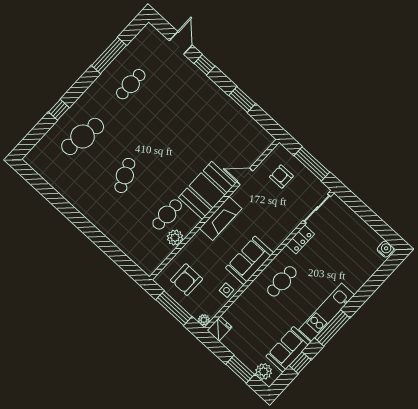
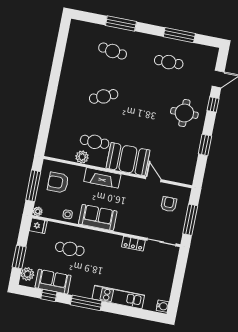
round table: (195, 101) -> (184, 113), added
window: (59, 110) -> (121, 23), width x2.17
cafe table: (83, 136) -> (113, 51), width x0.73, depth x0.74
fireplace: (221, 219) -> (102, 178), moved
cafe table: (282, 281) -> (70, 249), moved
kitchen unit: (327, 312) -> (118, 297), moved

